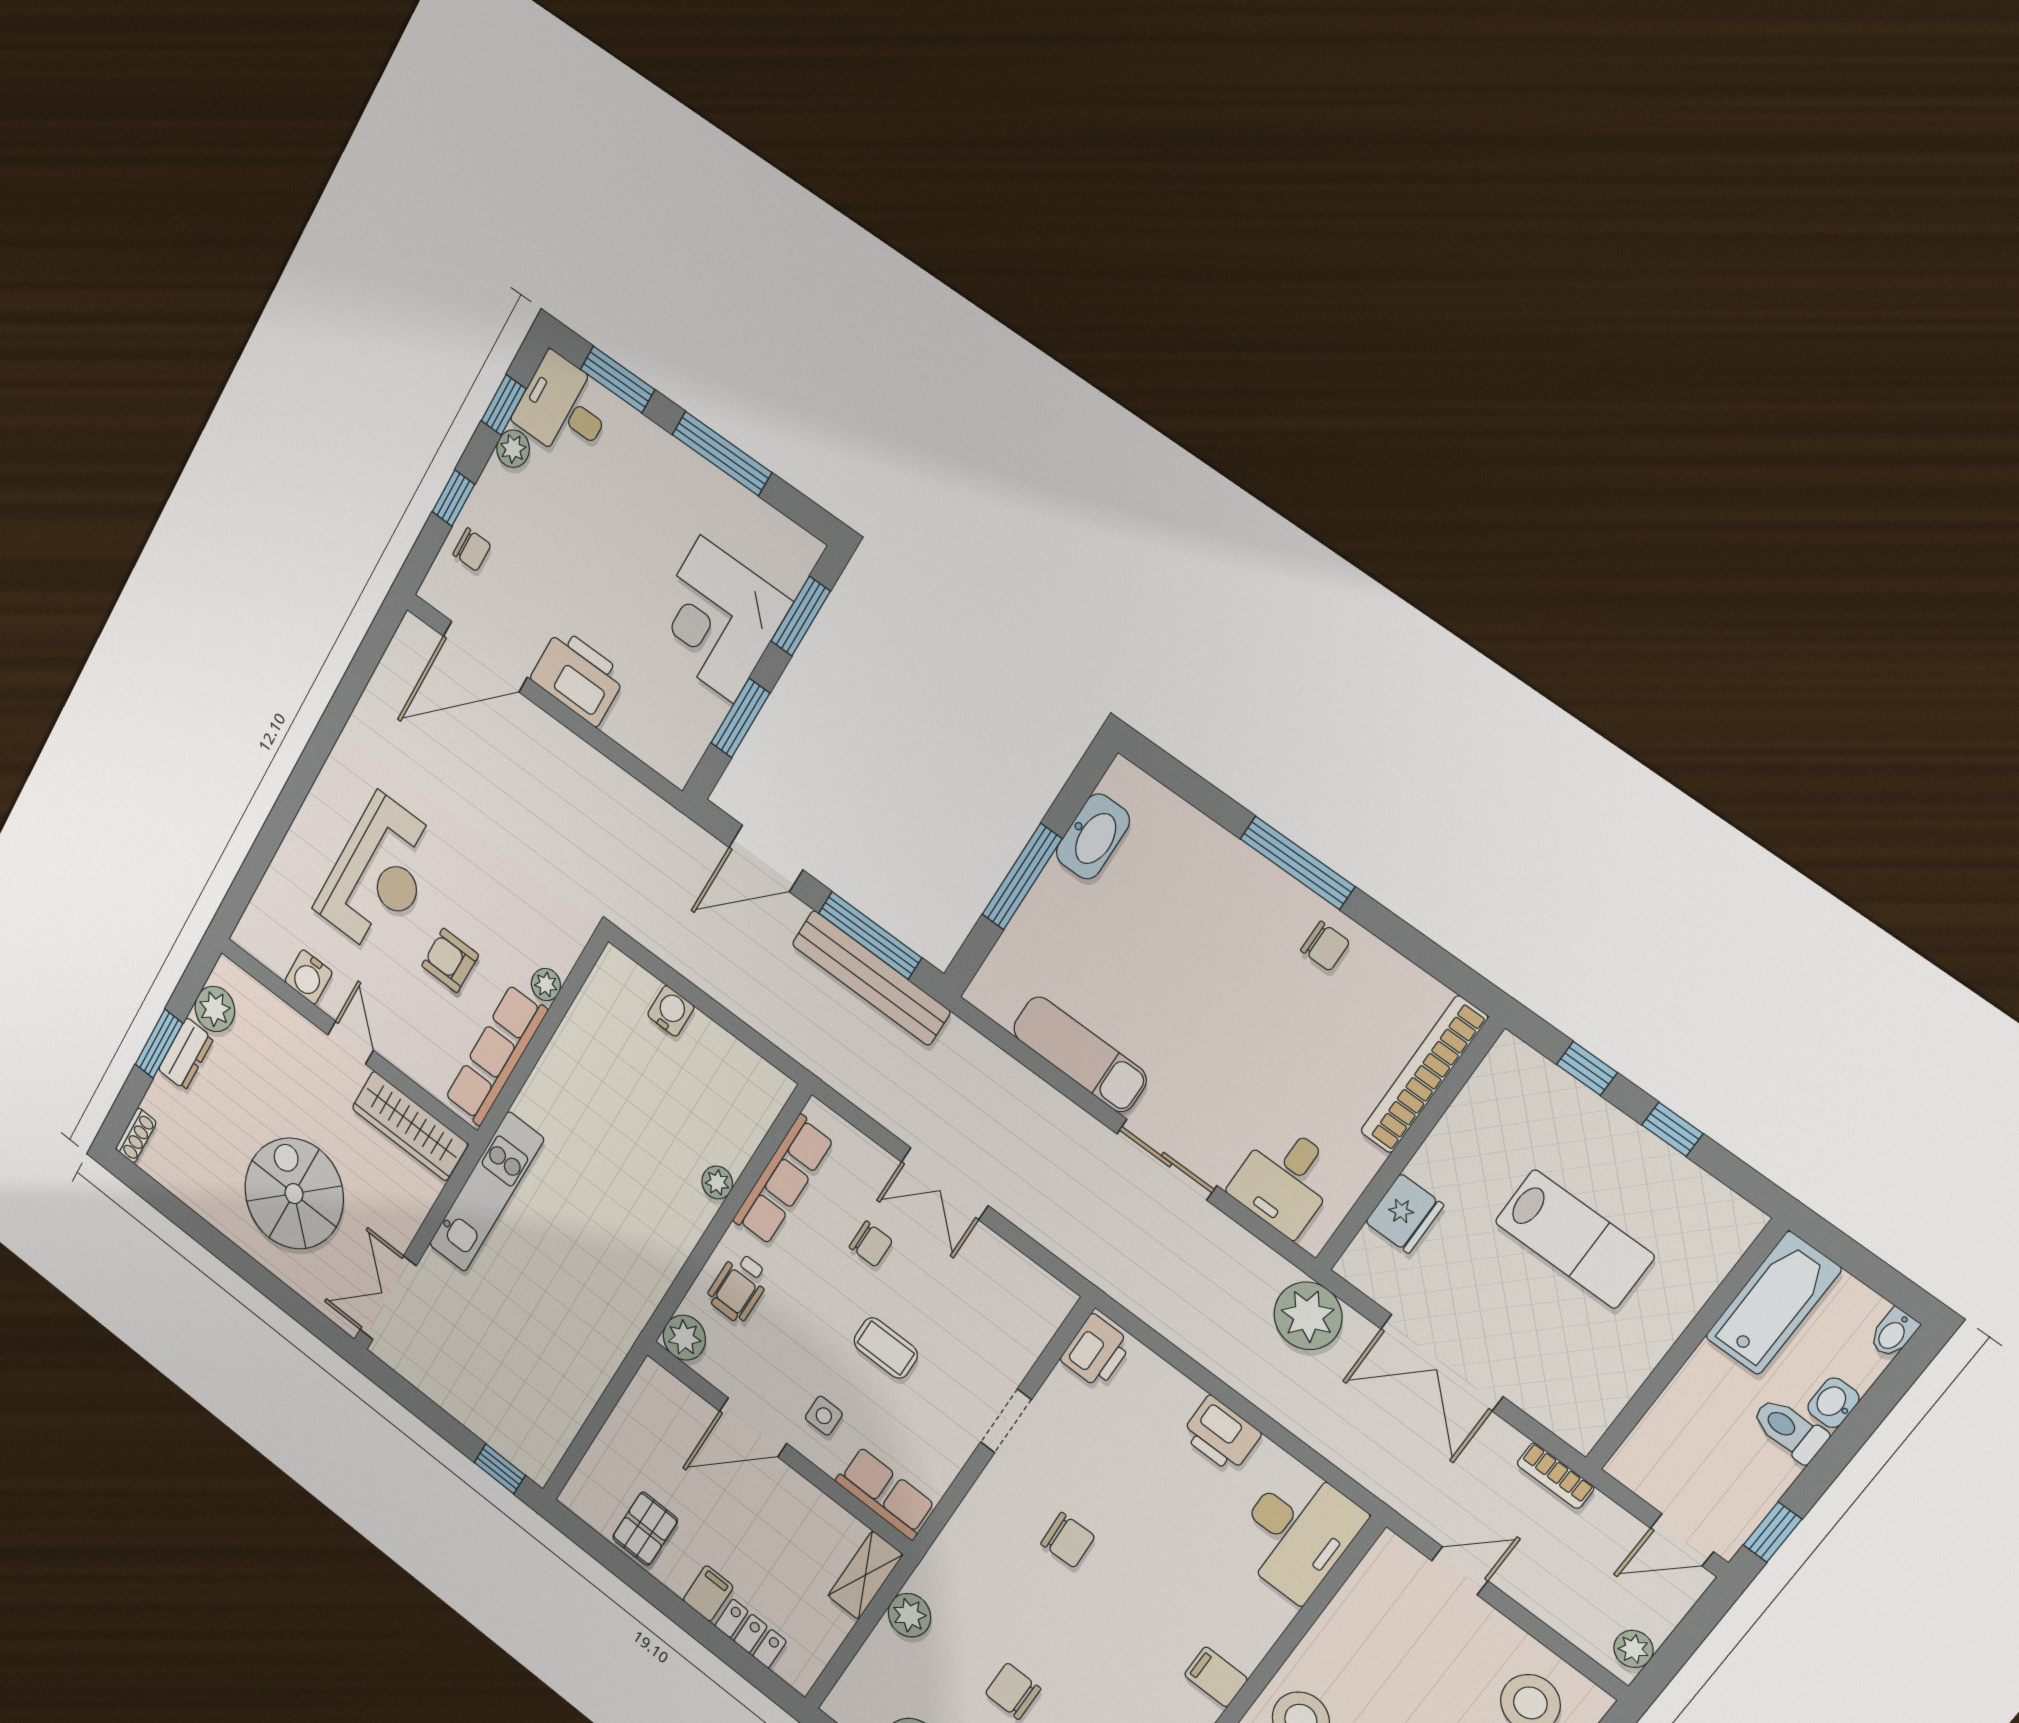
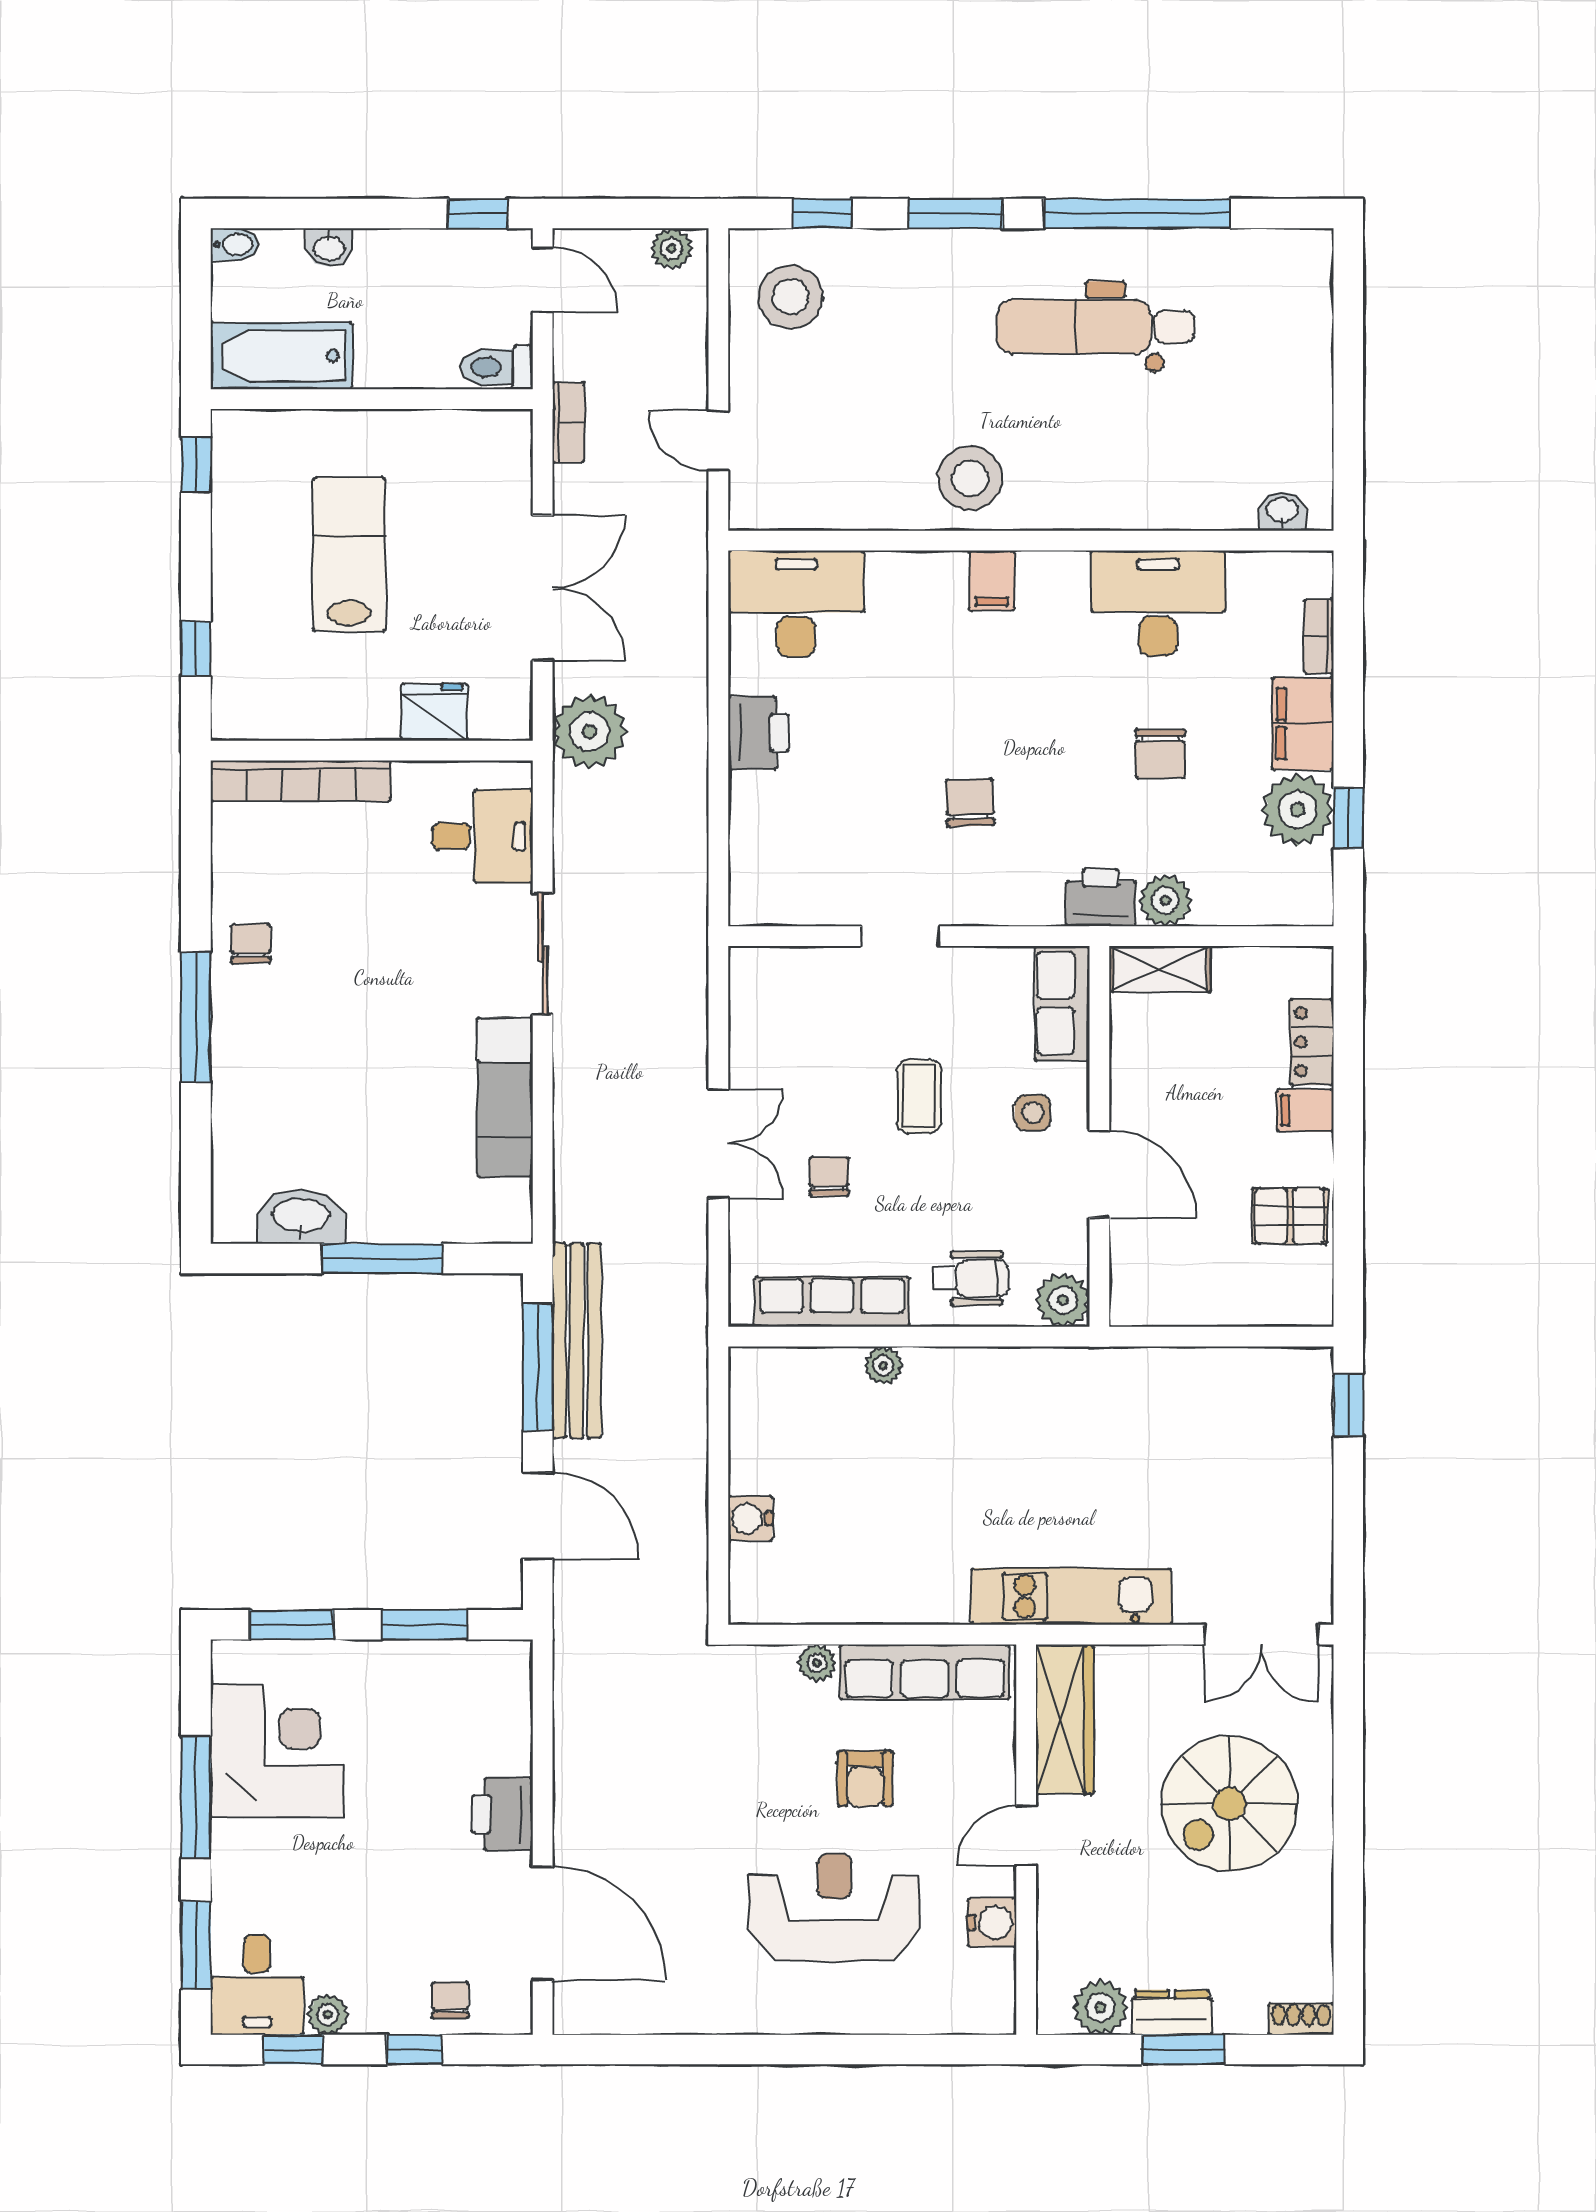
corner desk: (717, 620) -> (277, 1751), moved, turned -90
printer: (578, 677) -> (503, 1814), width x0.73, depth x0.84
window: (1672, 1129) -> (196, 465), moved
printer: (1096, 1351) -> (1101, 898), moved
toilet: (1790, 1430) -> (496, 367), moved, turned 90

